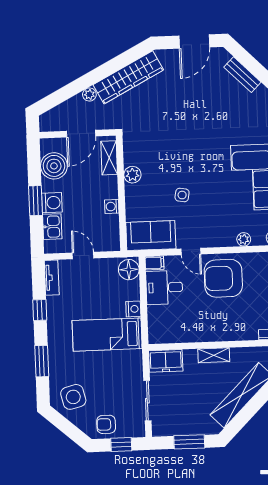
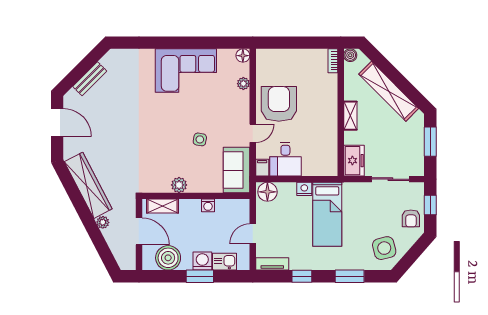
armchair: (223, 278) -> (279, 104), turned 180

